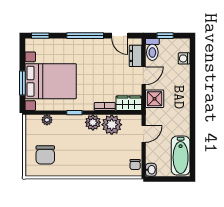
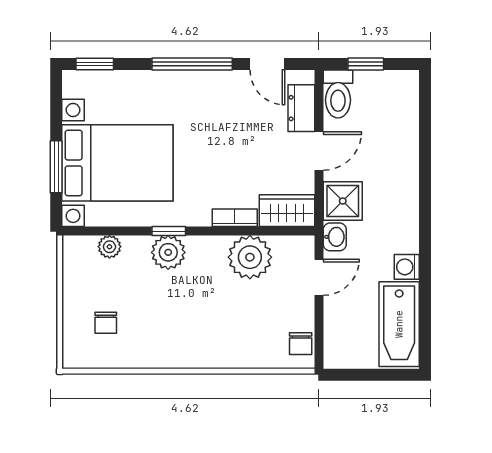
washing machine: (184, 58) -> (407, 267), moved
plant: (93, 122) -> (168, 252), moved
chair: (45, 155) -> (106, 323), width x0.54, depth x0.54
washbasin: (151, 170) -> (335, 237), moved

